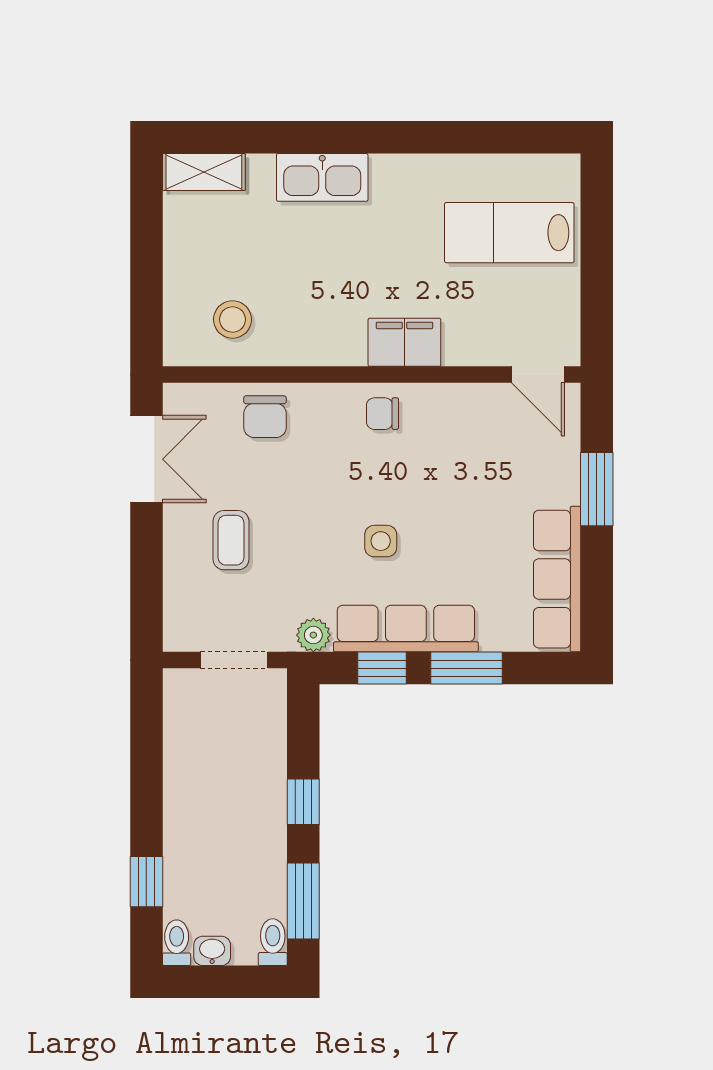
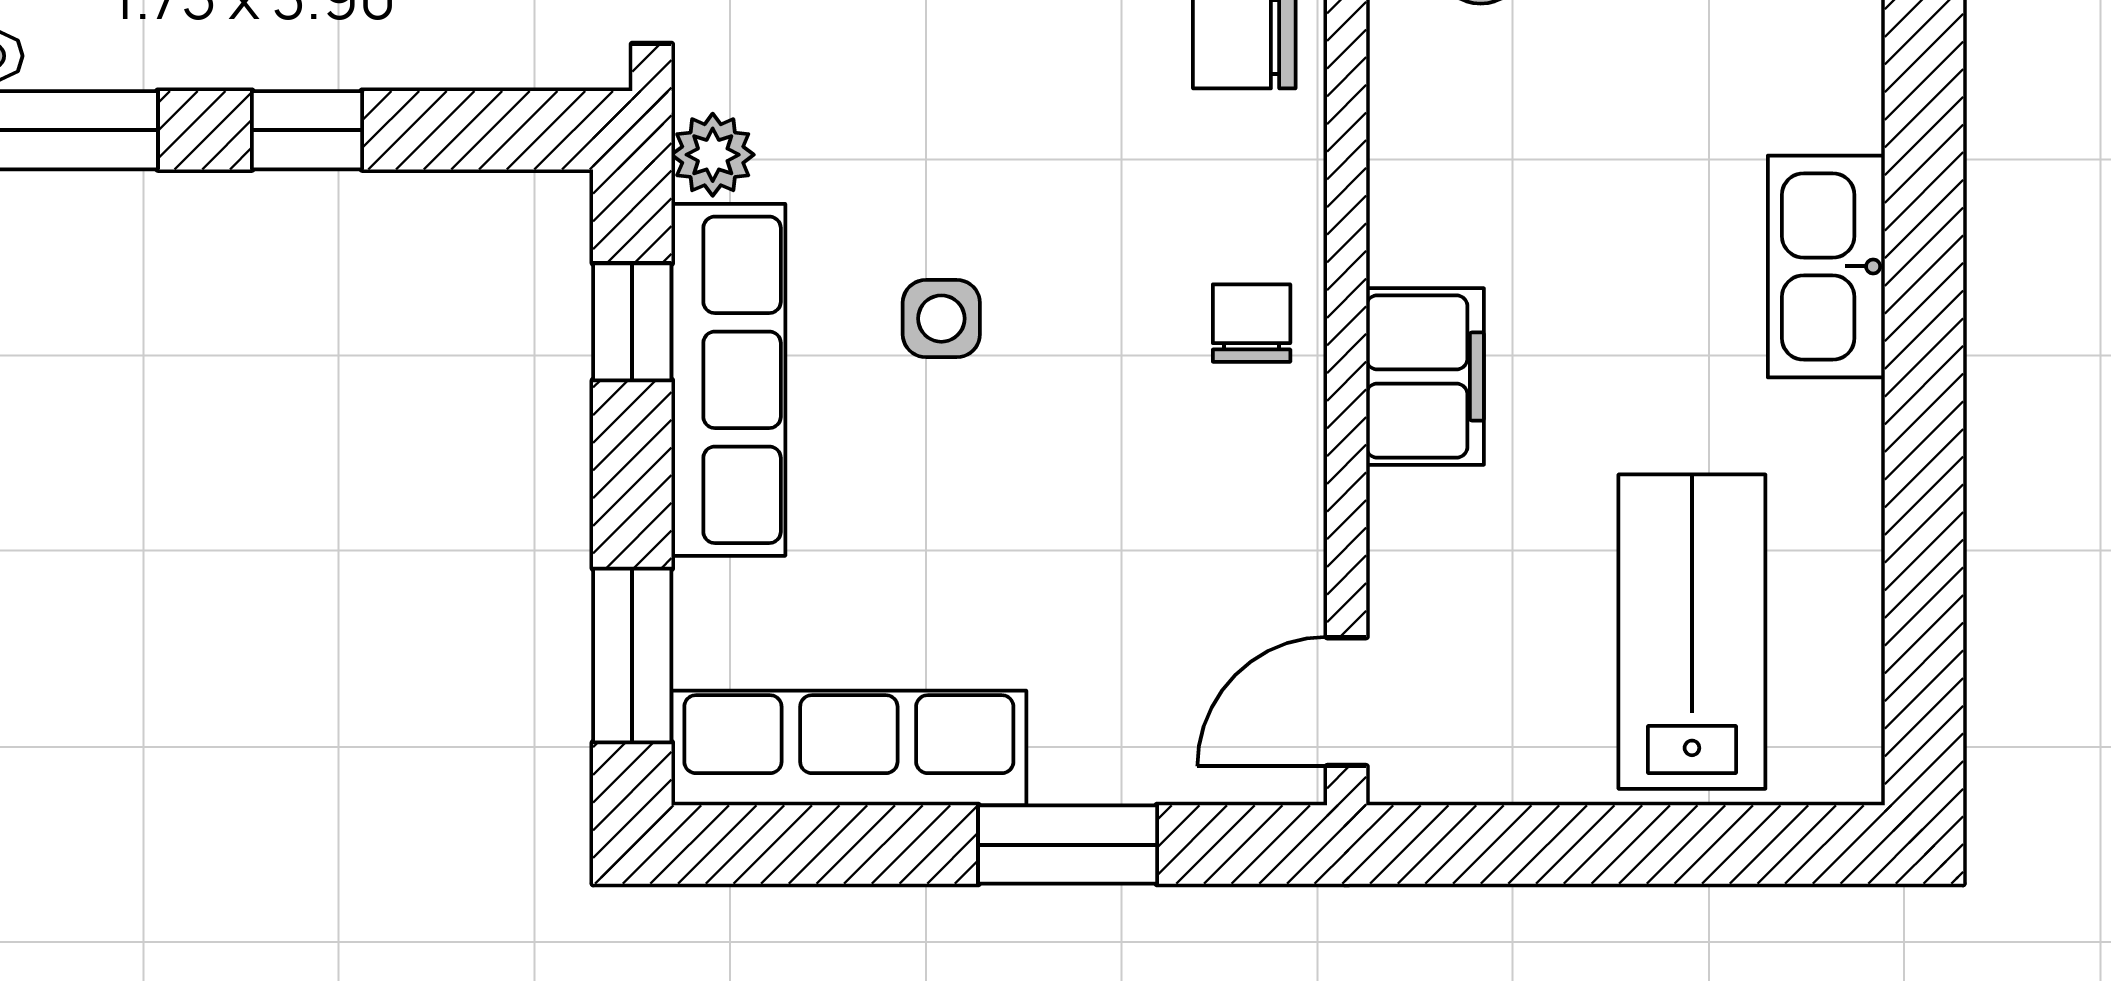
kitchen sink: (322, 177) -> (1826, 266), moved
window: (467, 668) -> (632, 655), moved

